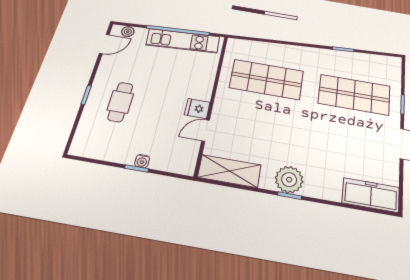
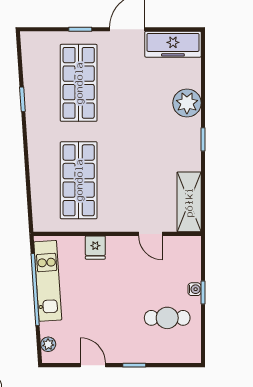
door: (104, 44) -> (93, 365), moved
cafe table: (120, 102) -> (167, 318), moved
fridge: (197, 109) -> (95, 248), moved
plant: (289, 180) -> (187, 103), moved
freezer: (371, 195) -> (173, 44), moved, turned -90

